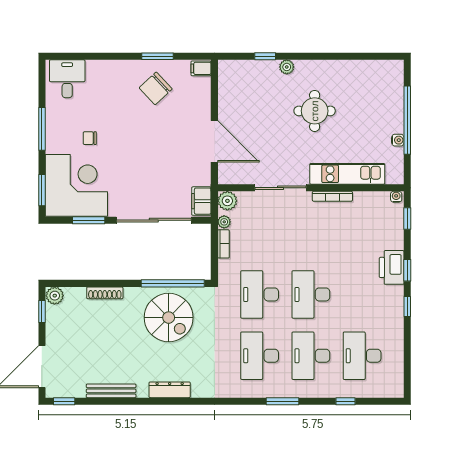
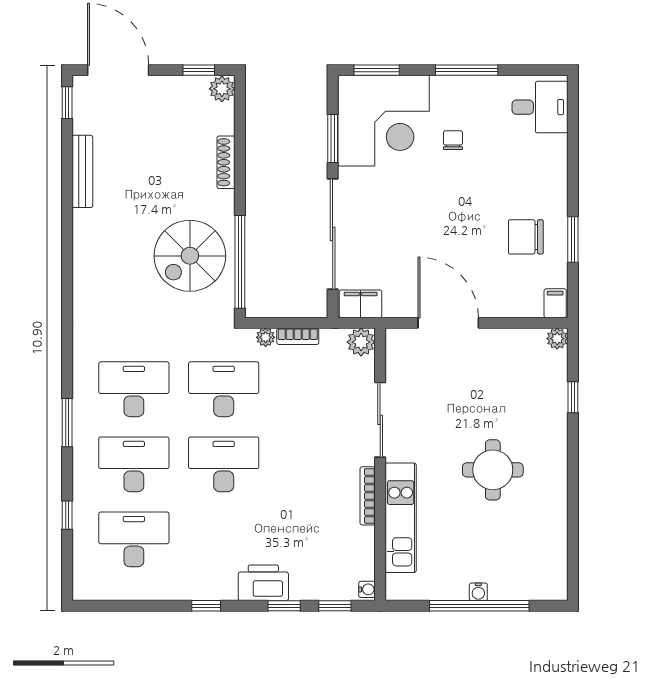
plant: (287, 67) -> (557, 339), moved
chair: (156, 88) -> (526, 237), turned -47
water cooler: (398, 140) -> (478, 592), moved
door: (214, 141) -> (448, 323), swing flipped
plant: (224, 222) -> (266, 337), moved
window: (407, 270) -> (284, 606), moved
dresser: (170, 390) -> (84, 257), removed

